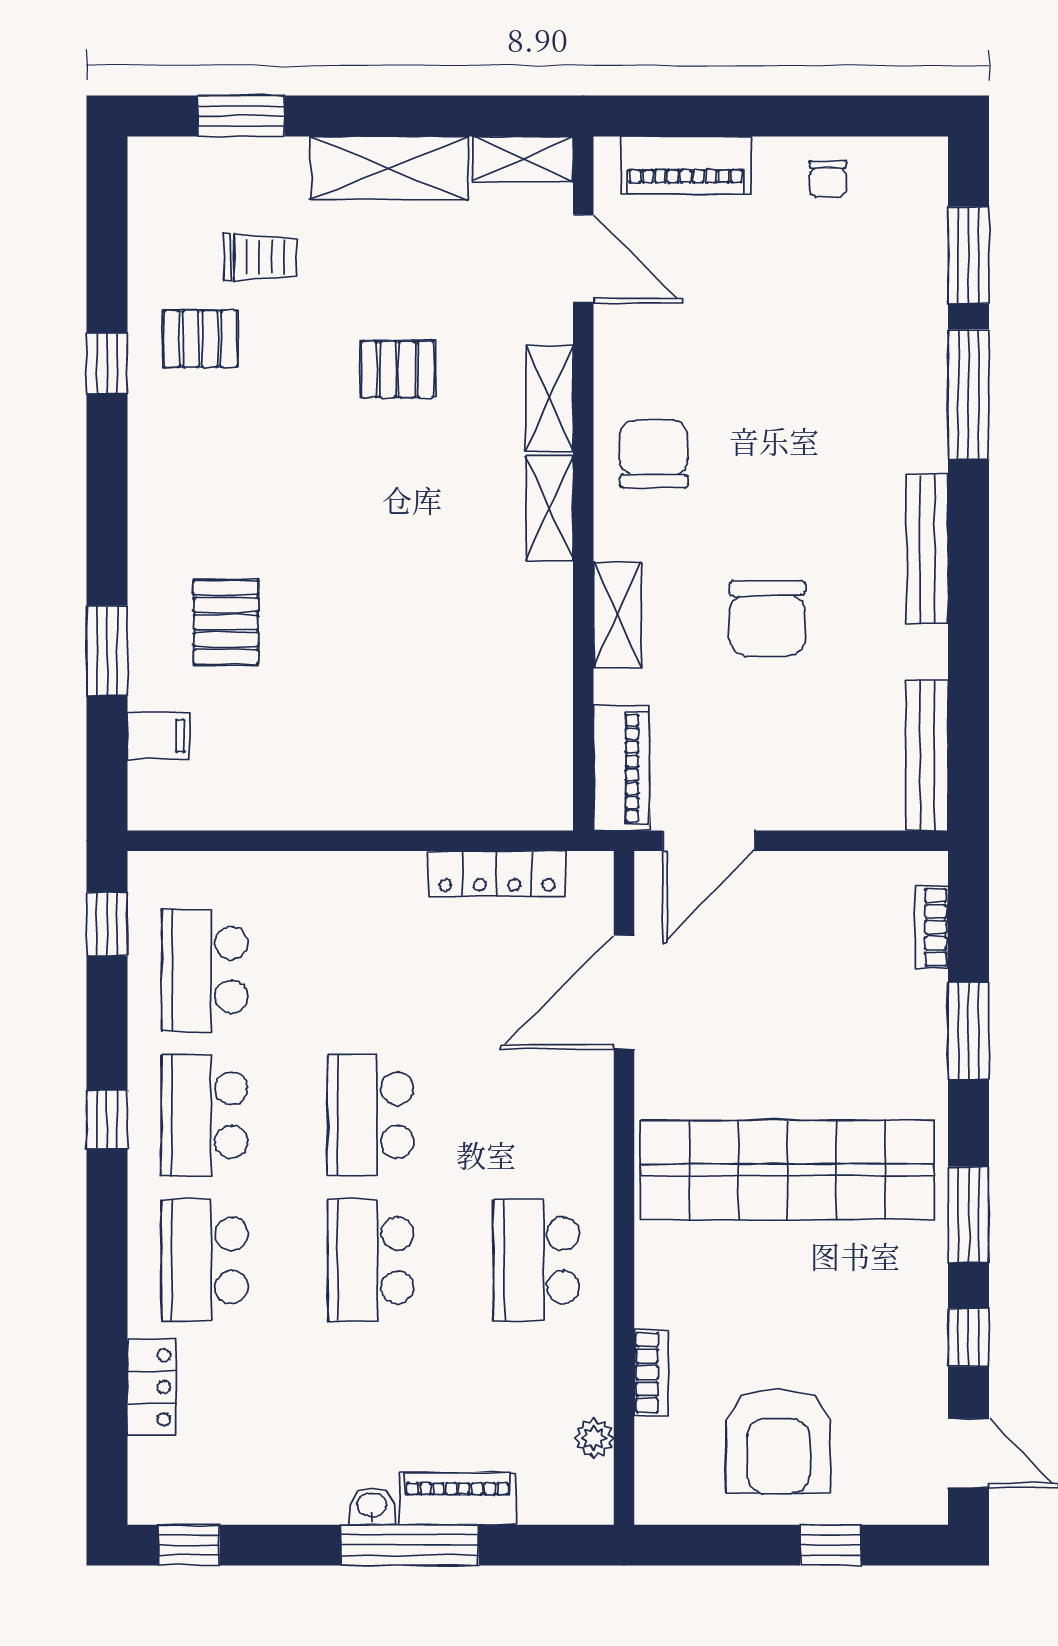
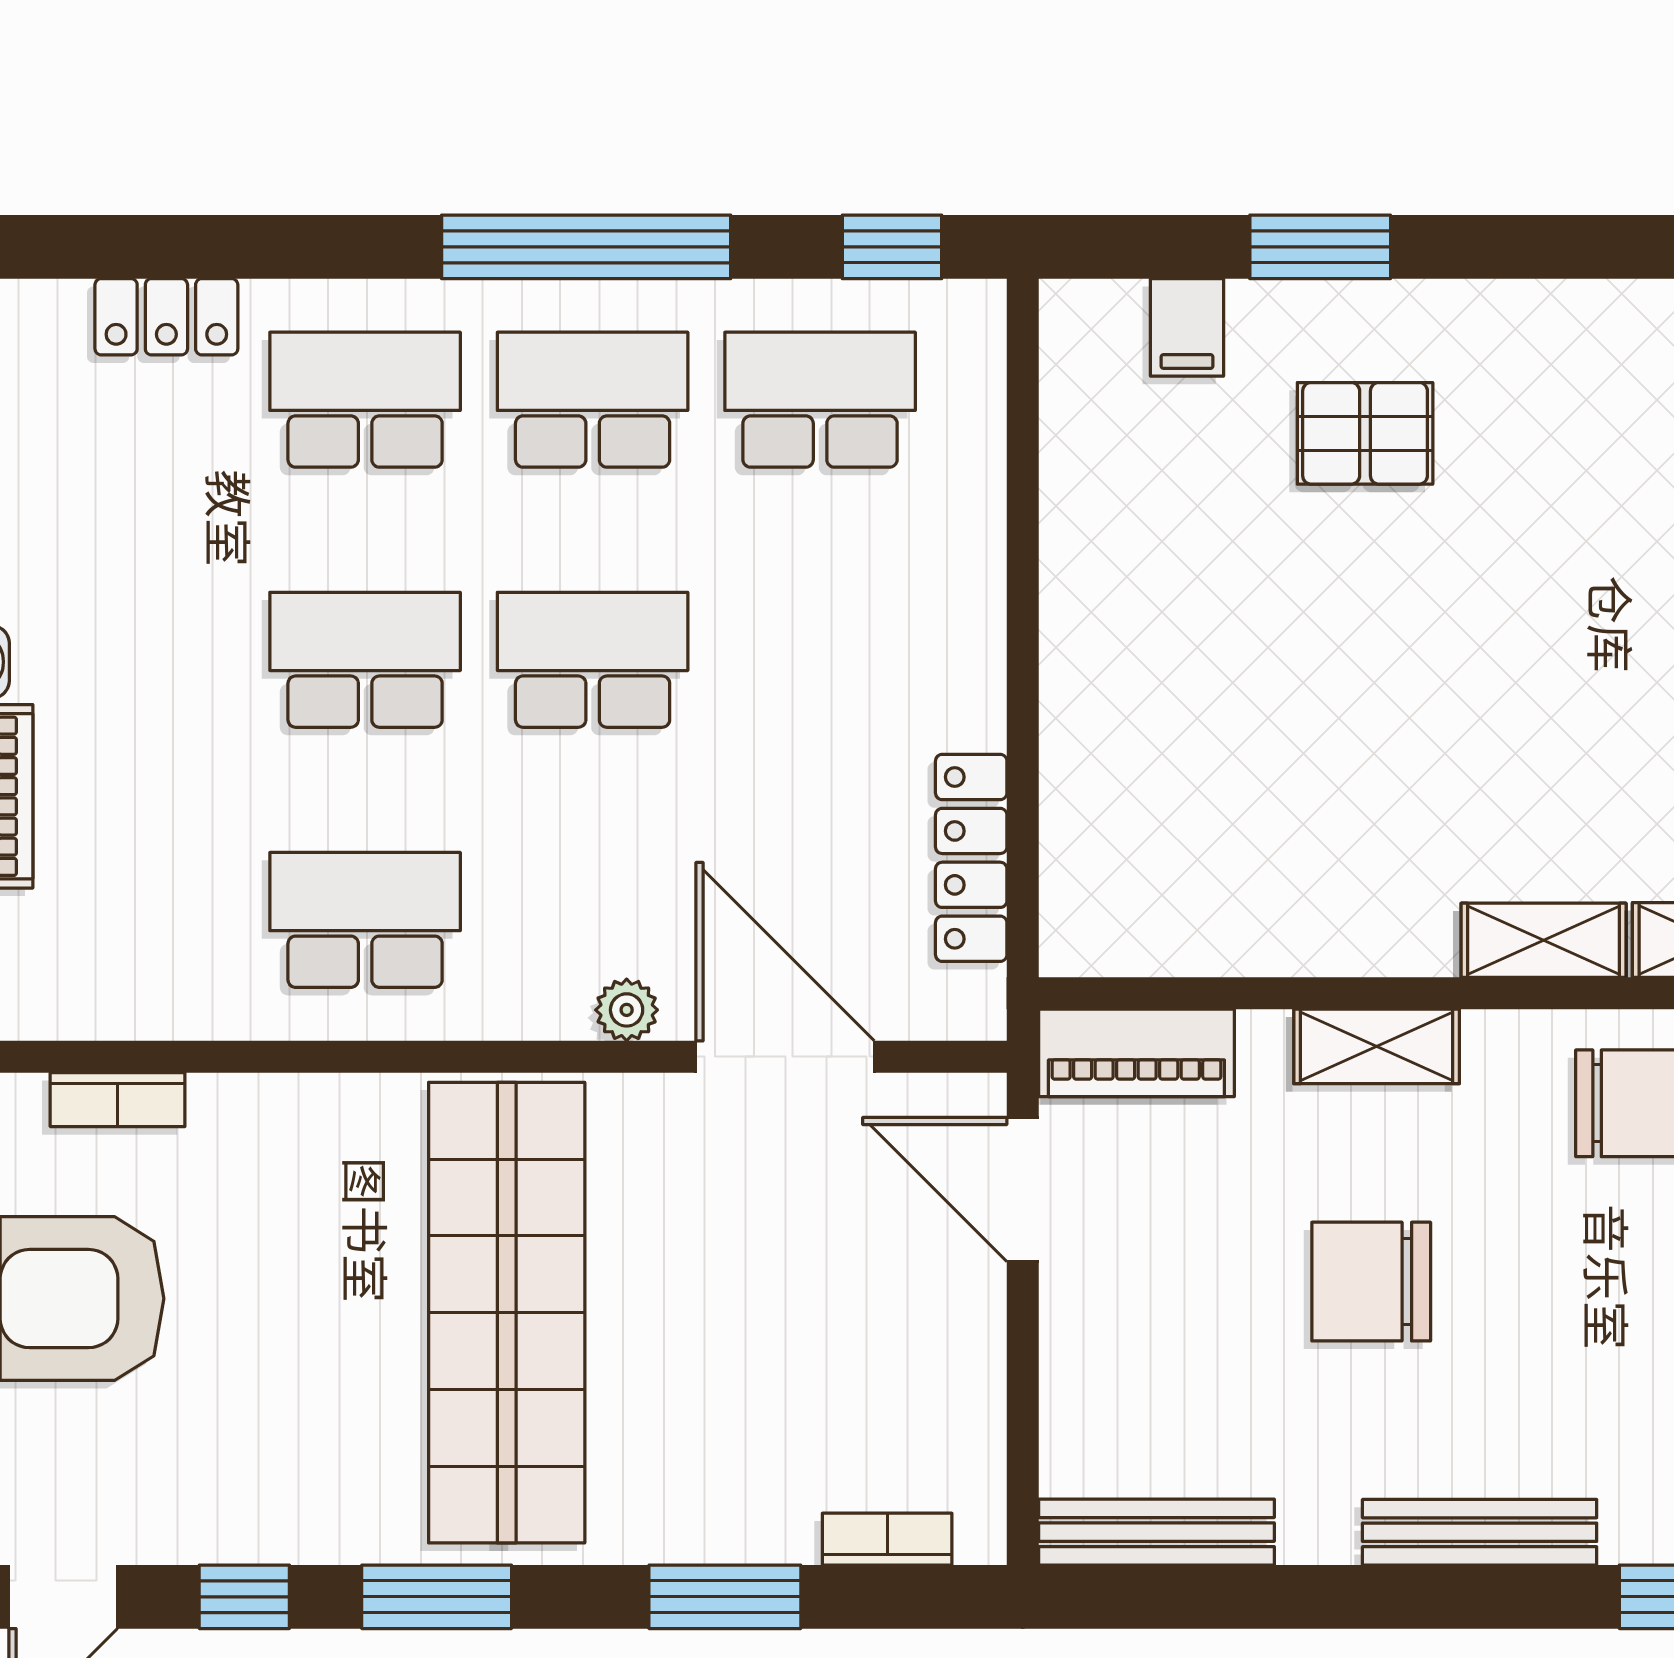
window: (107, 1119) -> (586, 247), width x3.17
bookcase: (651, 1372) -> (118, 1100), moved
plant: (594, 1438) -> (627, 1010), moved

